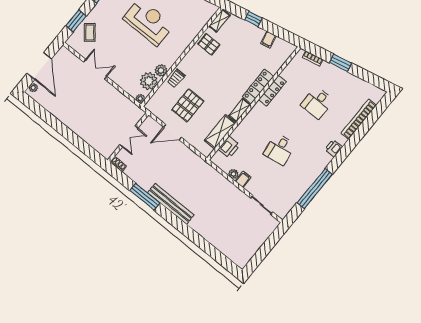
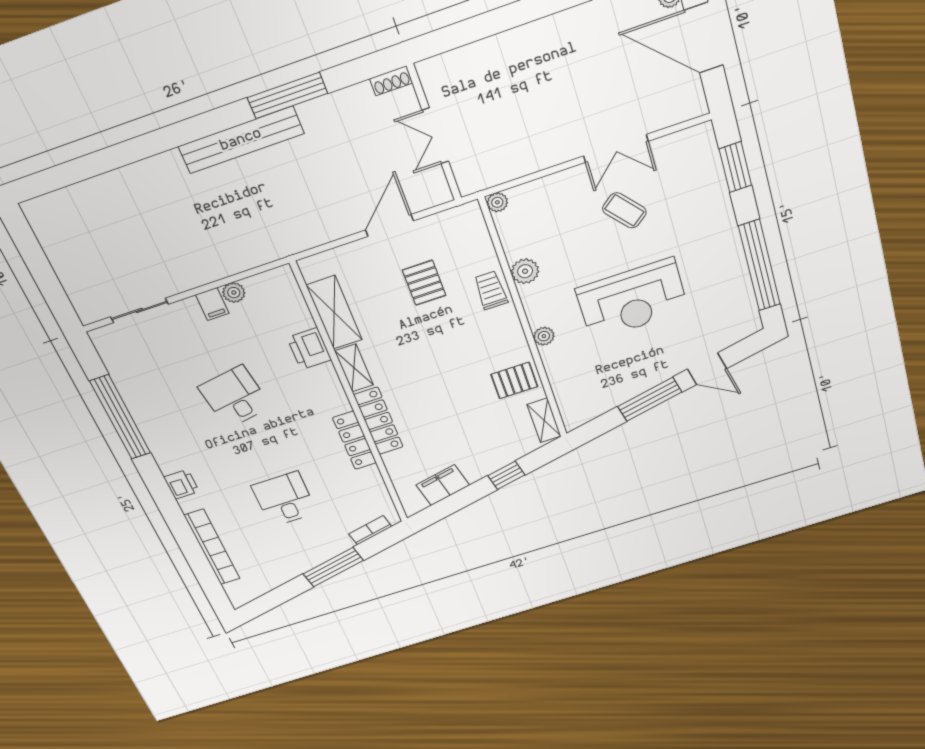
coffee table: (90, 32) -> (624, 210), moved
filing cabinet: (268, 40) -> (443, 485), width x2.00
window: (340, 63) -> (333, 567), width x1.44
plant: (149, 81) -> (544, 336), moved, width x0.53, depth x0.53
pallet: (188, 105) -> (424, 283), width x0.67, depth x0.71
printer: (229, 147) -> (309, 349), moved

